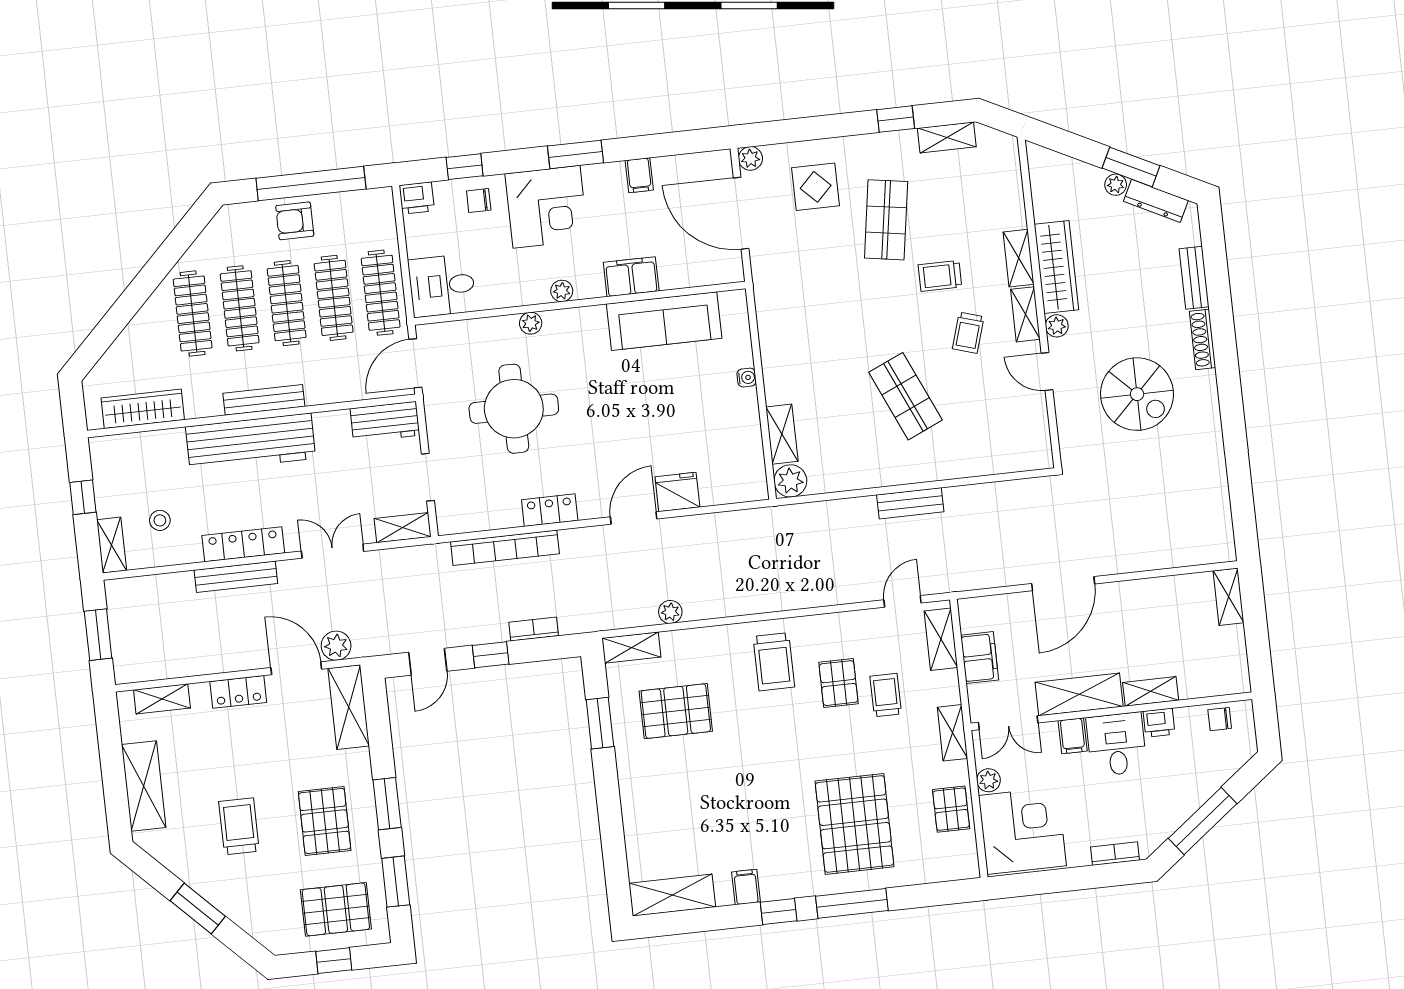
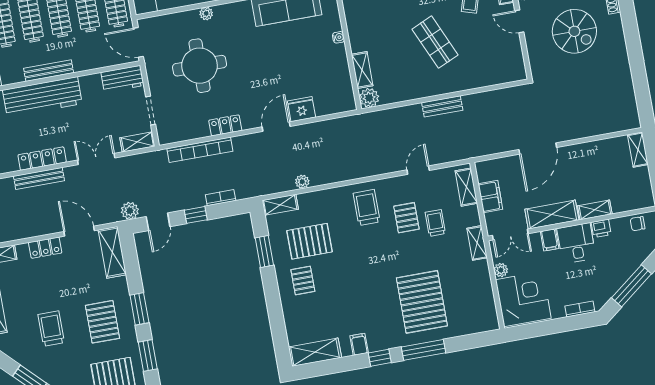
door: (415, 363) -> (138, 42), hinge flipped
door: (903, 601) -> (418, 170), moved
plant: (336, 646) -> (130, 211), moved
trolley: (774, 662) -> (367, 207), turned 180
pallet: (951, 809) -> (303, 281), moved

